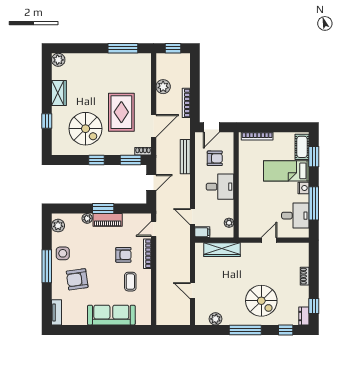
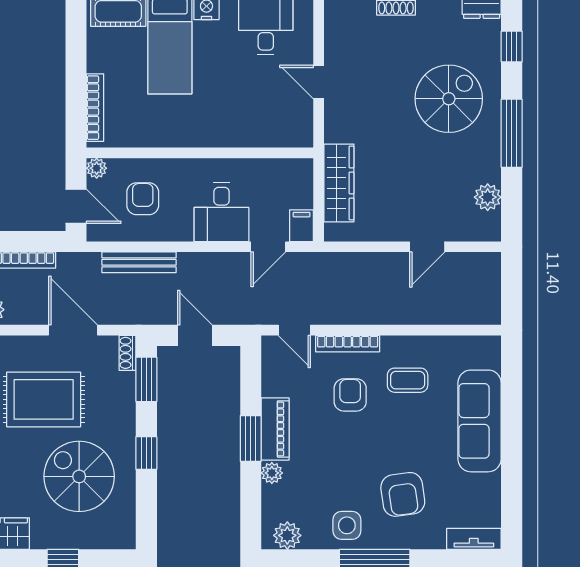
spiral stairs: (86, 129) -> (79, 476), turned -90
desk: (220, 187) -> (222, 212), moved, turned 180
plant: (229, 223) -> (97, 168), moved

